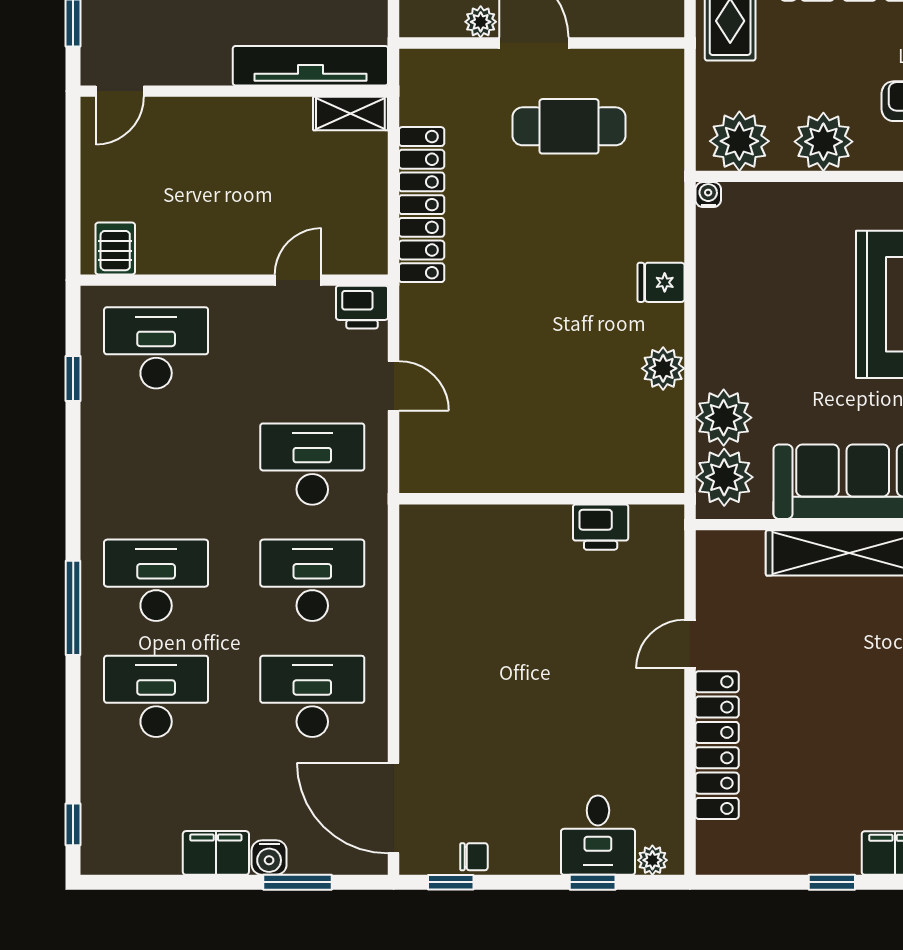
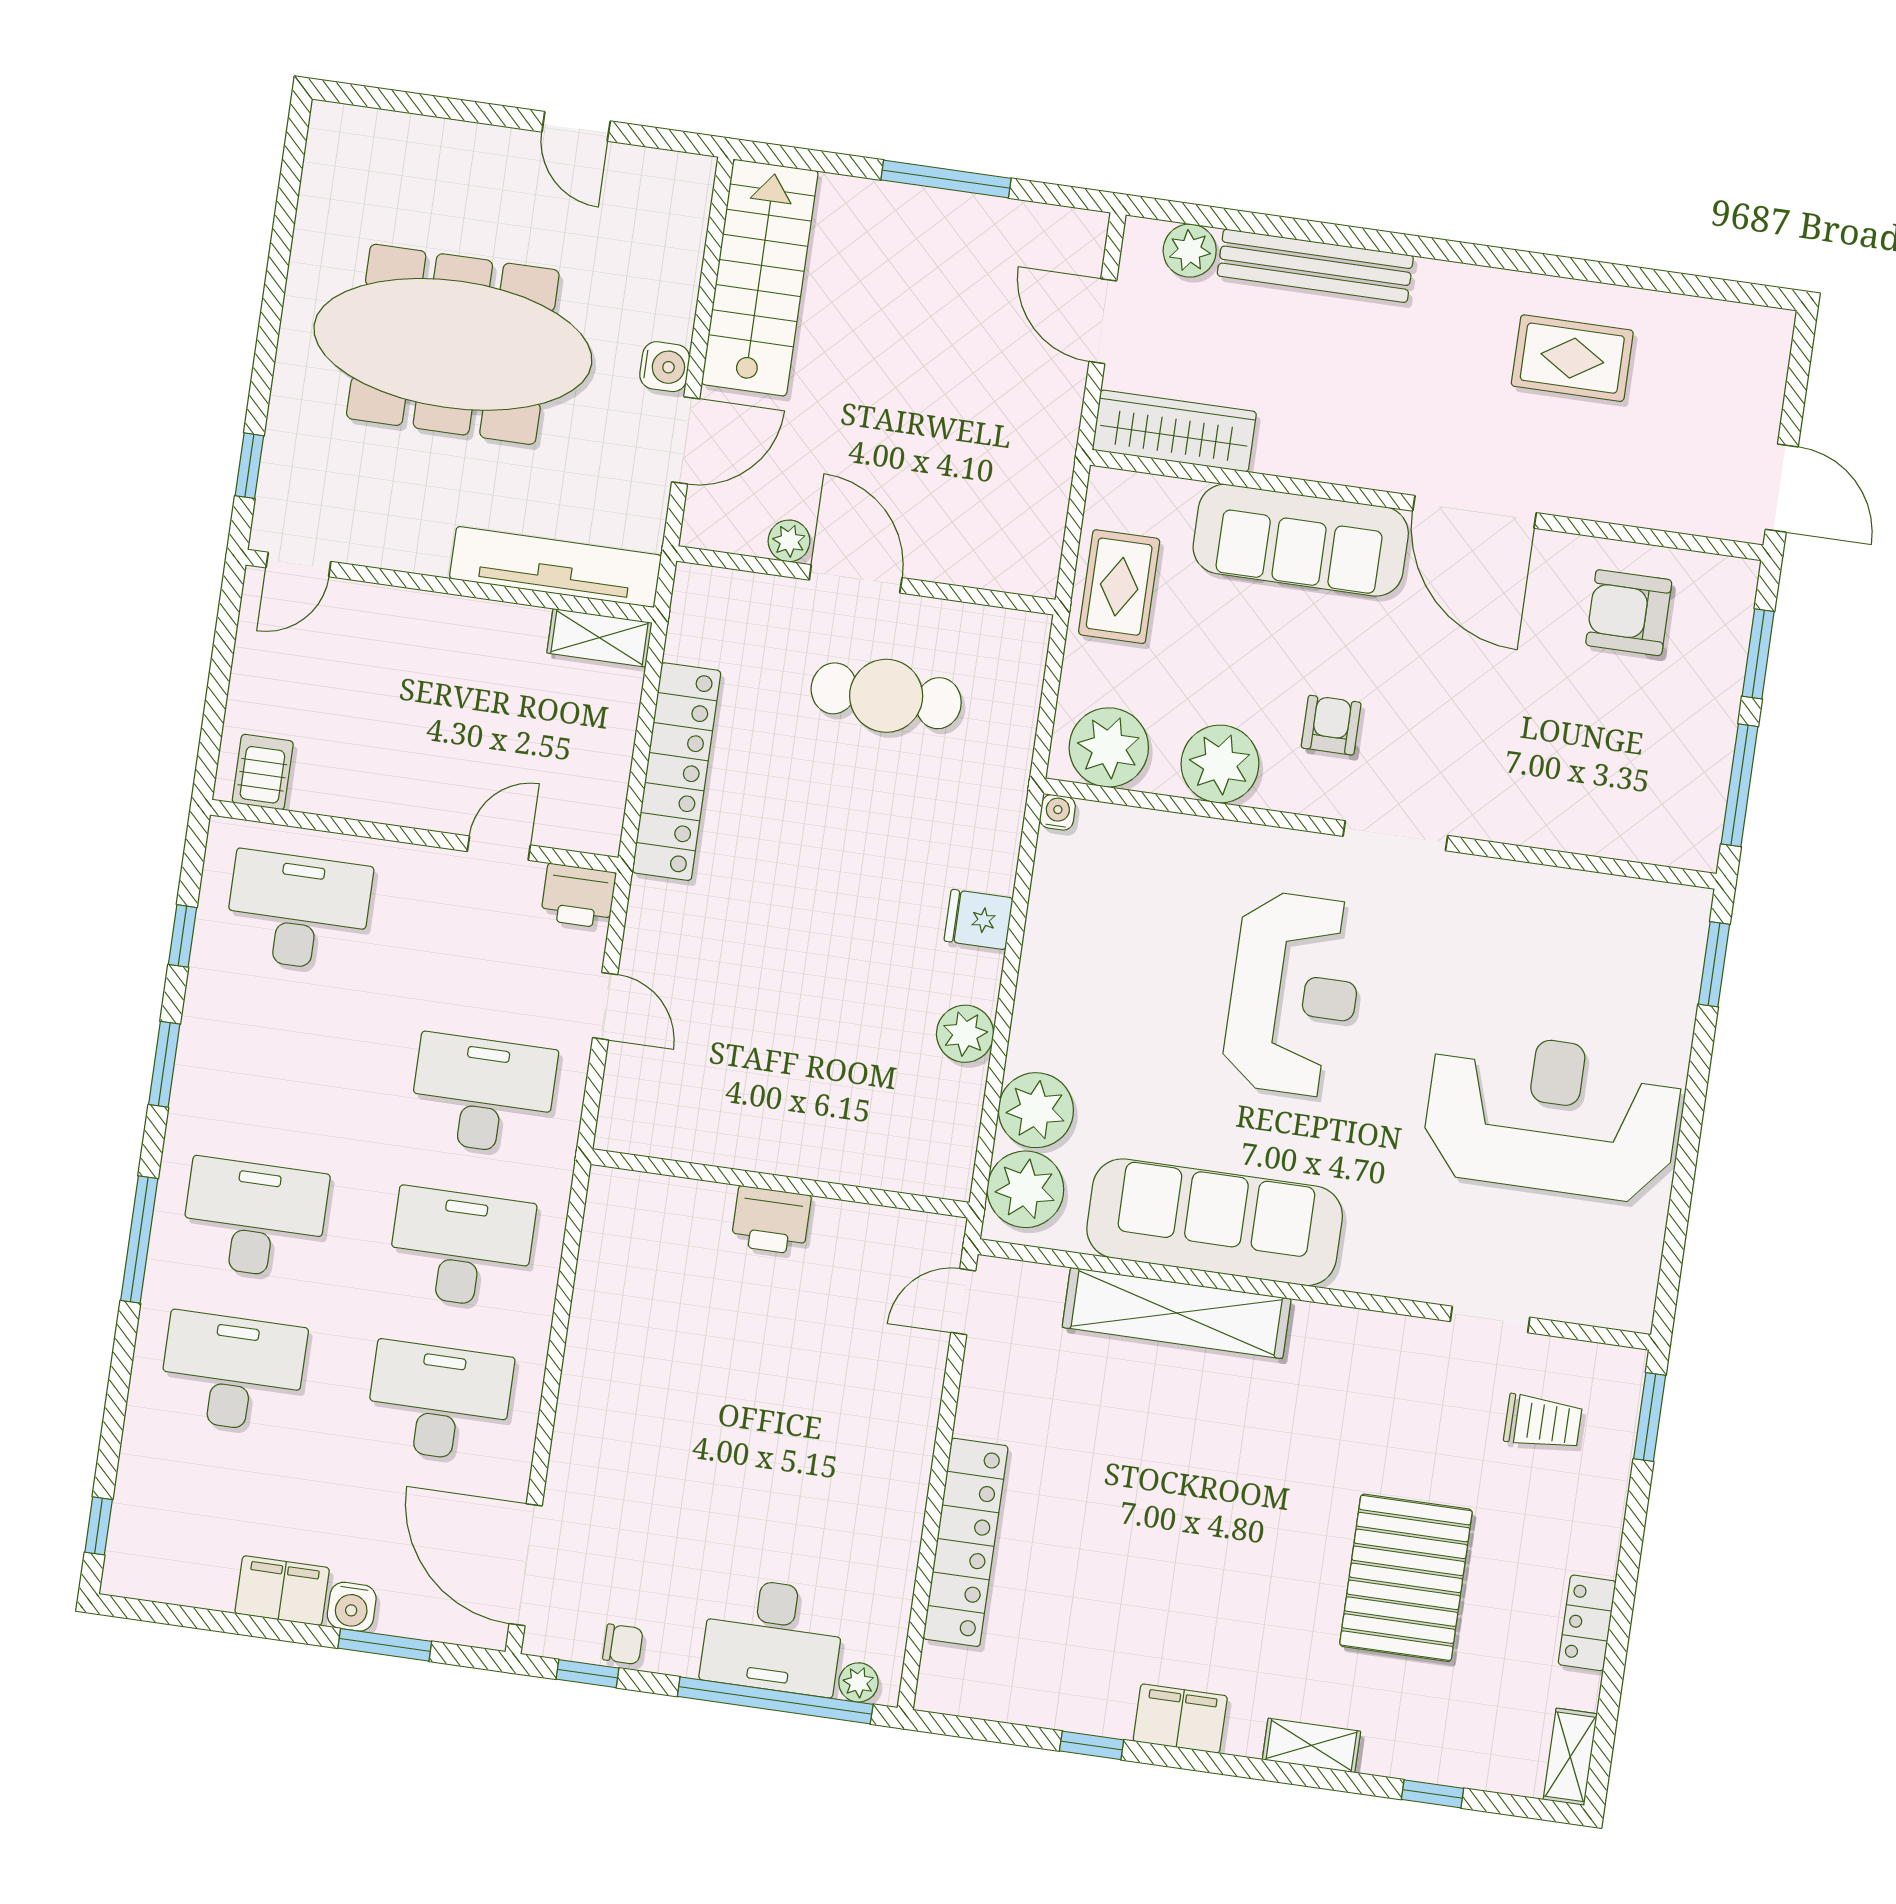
window: (73, 475) -> (164, 1064), added
printer: (601, 527) -> (771, 1220), moved
door: (690, 644) -> (963, 1302), moved
desk: (598, 835) -> (773, 1636), width x1.37
window: (593, 882) -> (775, 1700), width x3.17

